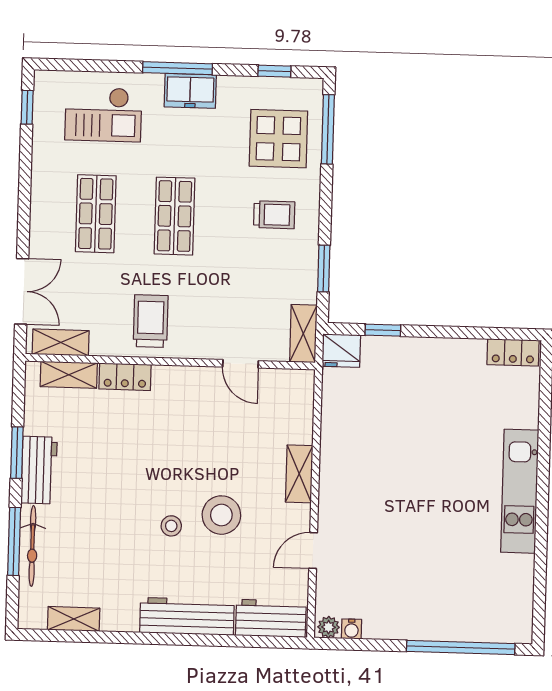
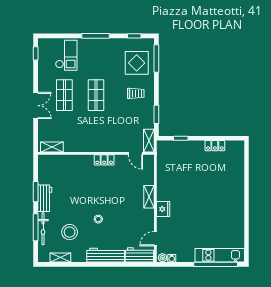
freezer: (190, 91) -> (101, 45), removed
checkout: (103, 114) -> (66, 55), turned -90
double door: (22, 291) -> (36, 106), moved
trolley: (151, 321) -> (88, 137), removed
fridge: (341, 351) -> (163, 209), moved, turned -90
locker: (513, 352) -> (215, 146), moved
door: (241, 364) -> (135, 153), moved
shelving: (69, 375) -> (56, 160), removed
locker: (125, 377) -> (104, 160), moved
kitchen unit: (520, 491) -> (220, 255), moved, turned 90
stool: (221, 515) -> (70, 232), moved
door: (313, 551) -> (155, 239), moved

